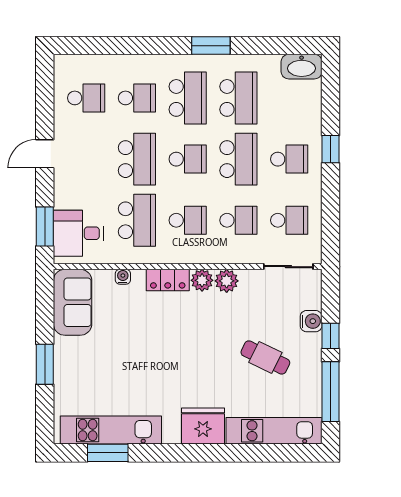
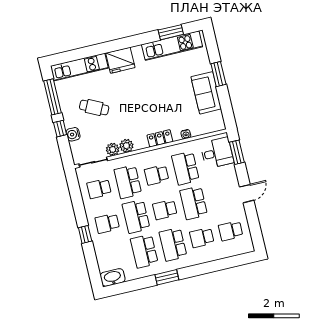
school desk: (238, 220) -> (128, 182), width x1.85
plant: (202, 280) -> (113, 149), moved
sofa: (73, 302) -> (206, 93), moved

